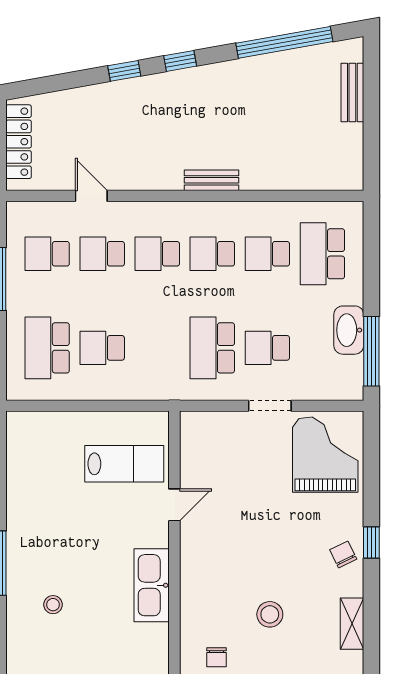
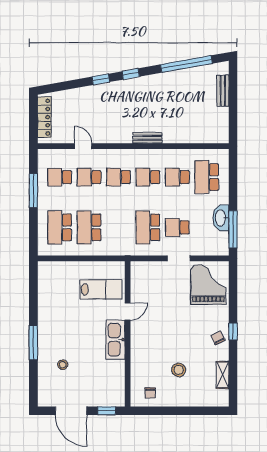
school desk: (102, 348) -> (89, 227), width x1.85
kitchen sink: (152, 585) -> (115, 340), moved

